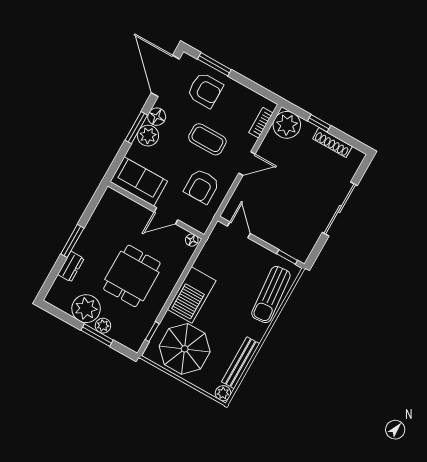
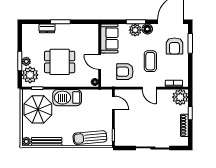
door: (239, 230) -> (113, 103), hinge flipped
plant: (86, 309) -> (30, 75), moved

